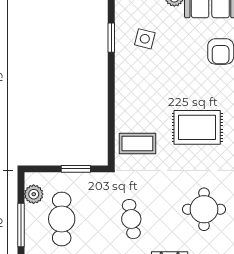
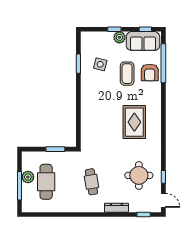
rug: (197, 127) -> (134, 122), turned 90
coffee table: (137, 143) -> (127, 74), moved, turned 90
plant: (34, 194) -> (28, 177), moved

